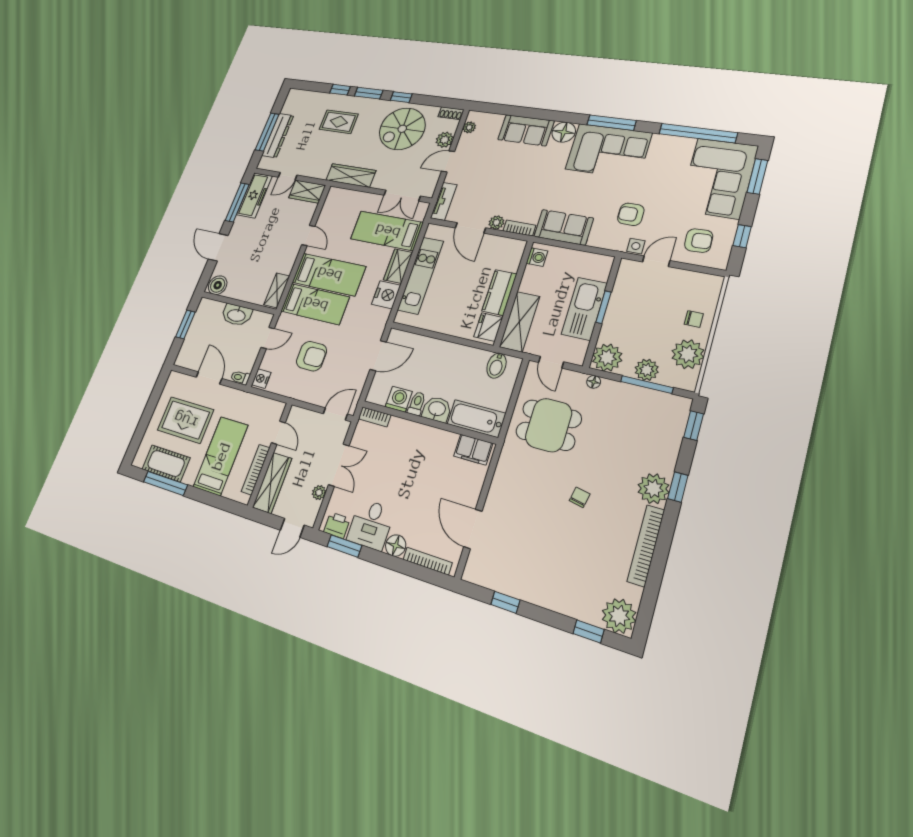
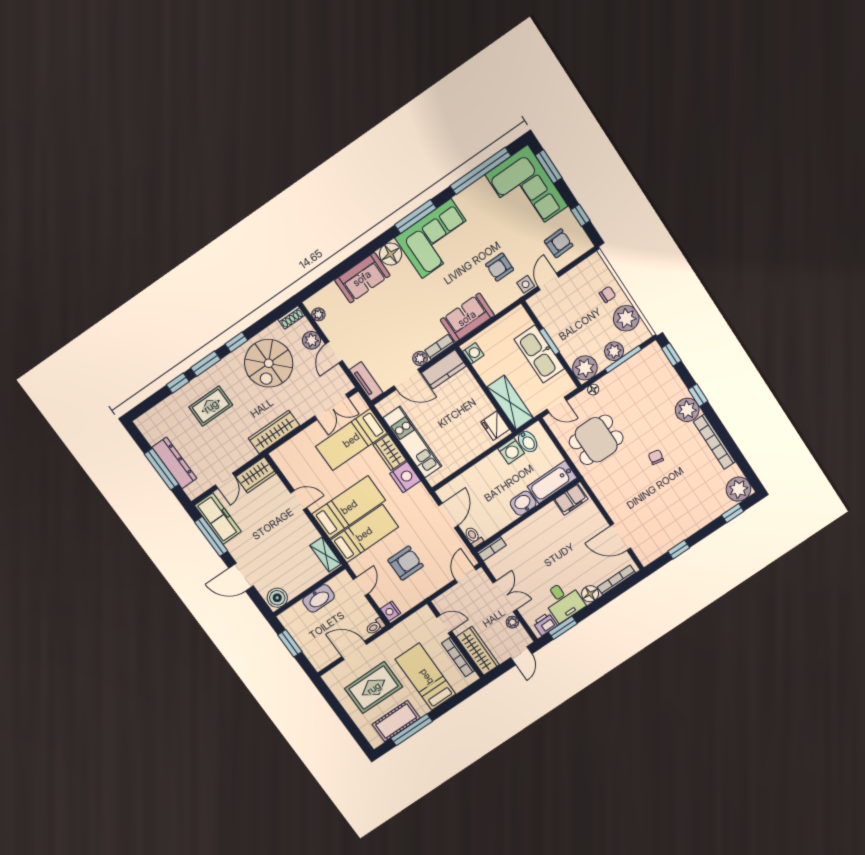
kitchen counter: (499, 292) -> (444, 369), moved, turned -90
washing machine: (399, 399) -> (511, 451), moved, turned 180
toilet: (417, 404) -> (474, 537), moved

